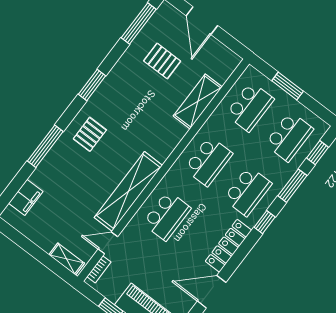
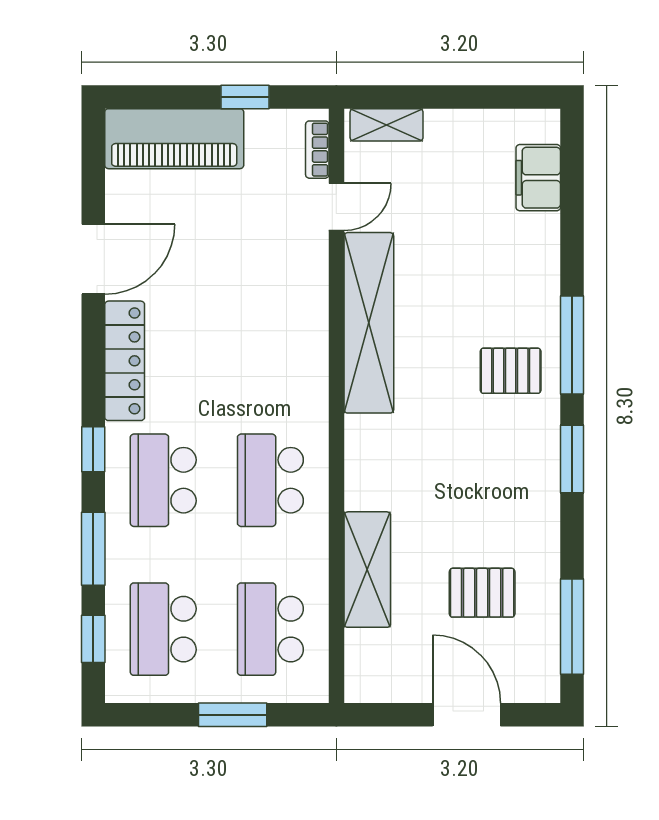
pallet: (90, 134) -> (511, 371), turned 90
window: (45, 146) -> (572, 345), moved
school desk: (167, 216) -> (270, 331), removed

